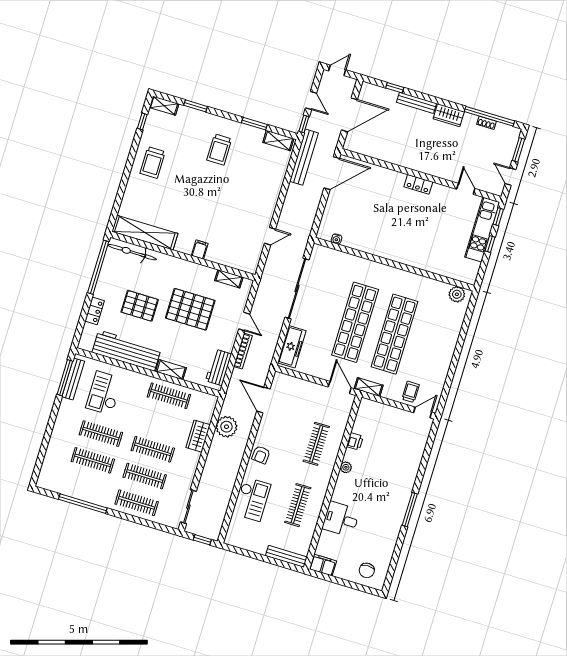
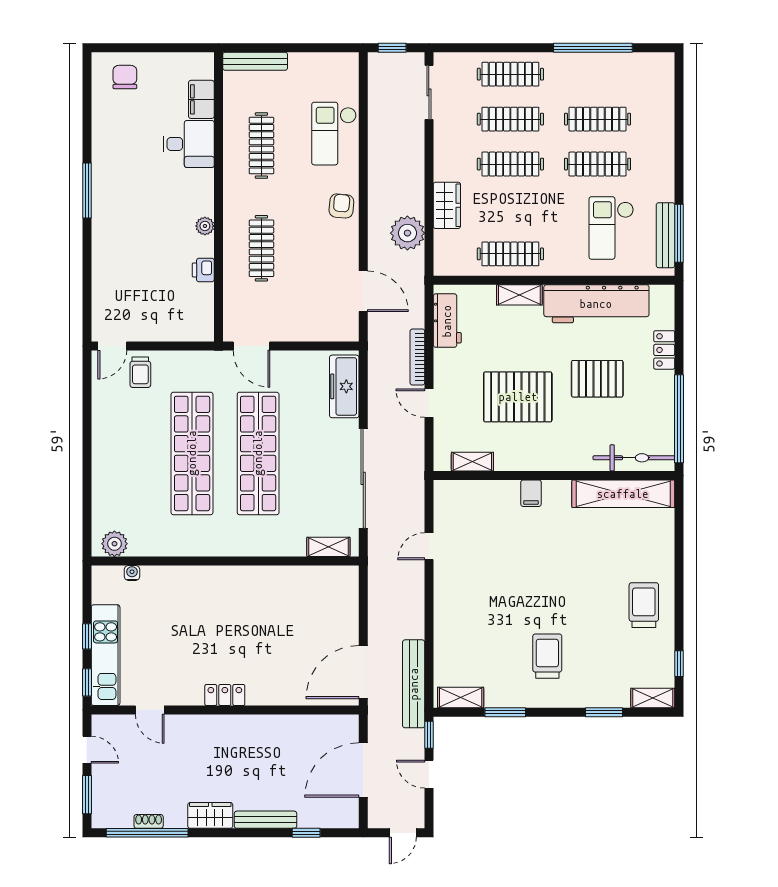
water cooler: (337, 239) -> (132, 573), moved
shelving: (369, 387) -> (328, 547), moved
checkout: (104, 393) -> (611, 228), turned 180
filing cabinet: (323, 565) -> (201, 99), moved, turned 90

